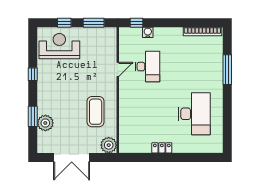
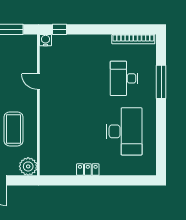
water cooler: (148, 32) -> (45, 40), moved
desk: (147, 67) -> (124, 78), moved, turned 180
door: (118, 69) -> (38, 82), swing flipped

